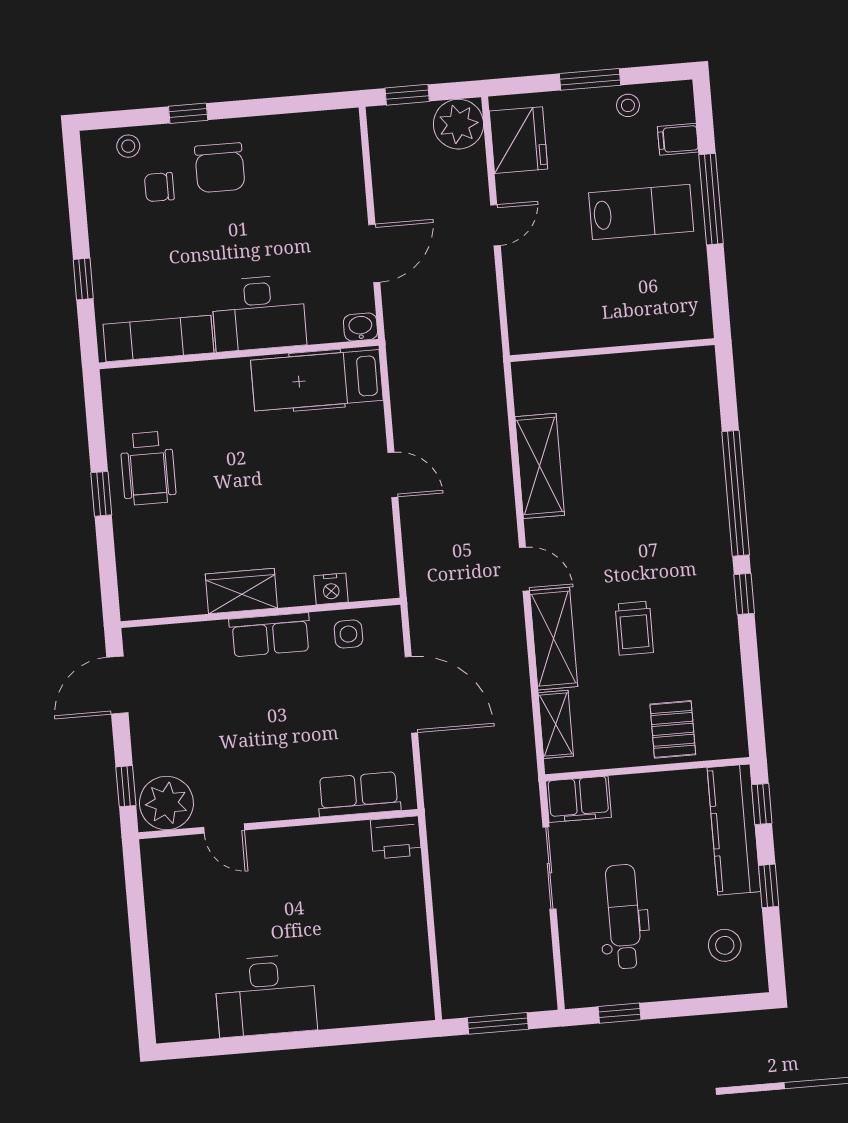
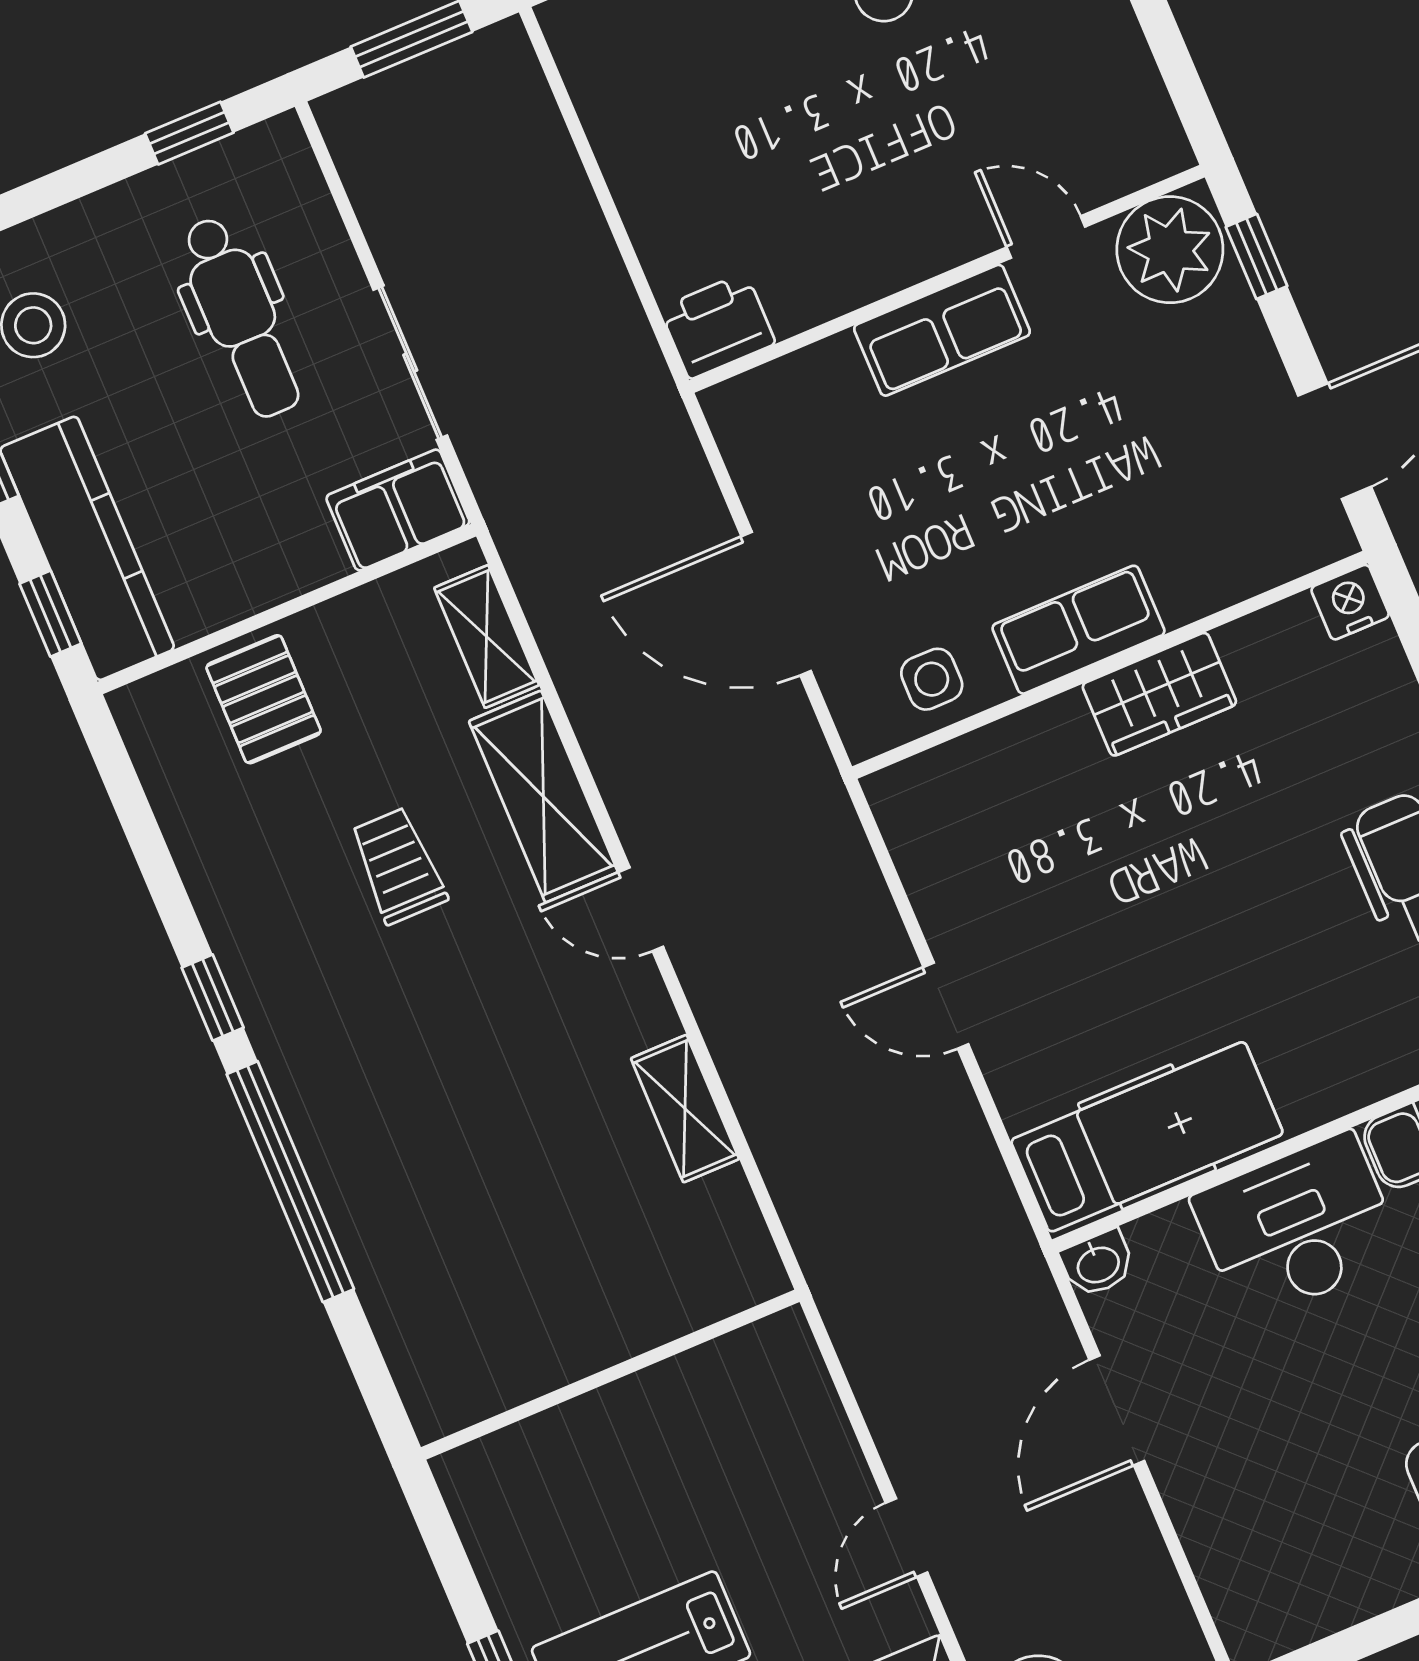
shelving: (540, 466) -> (685, 1109), width x0.67, depth x0.75
nightstand: (331, 589) -> (1350, 602), moved
row of seats: (359, 794) -> (942, 330), moved

